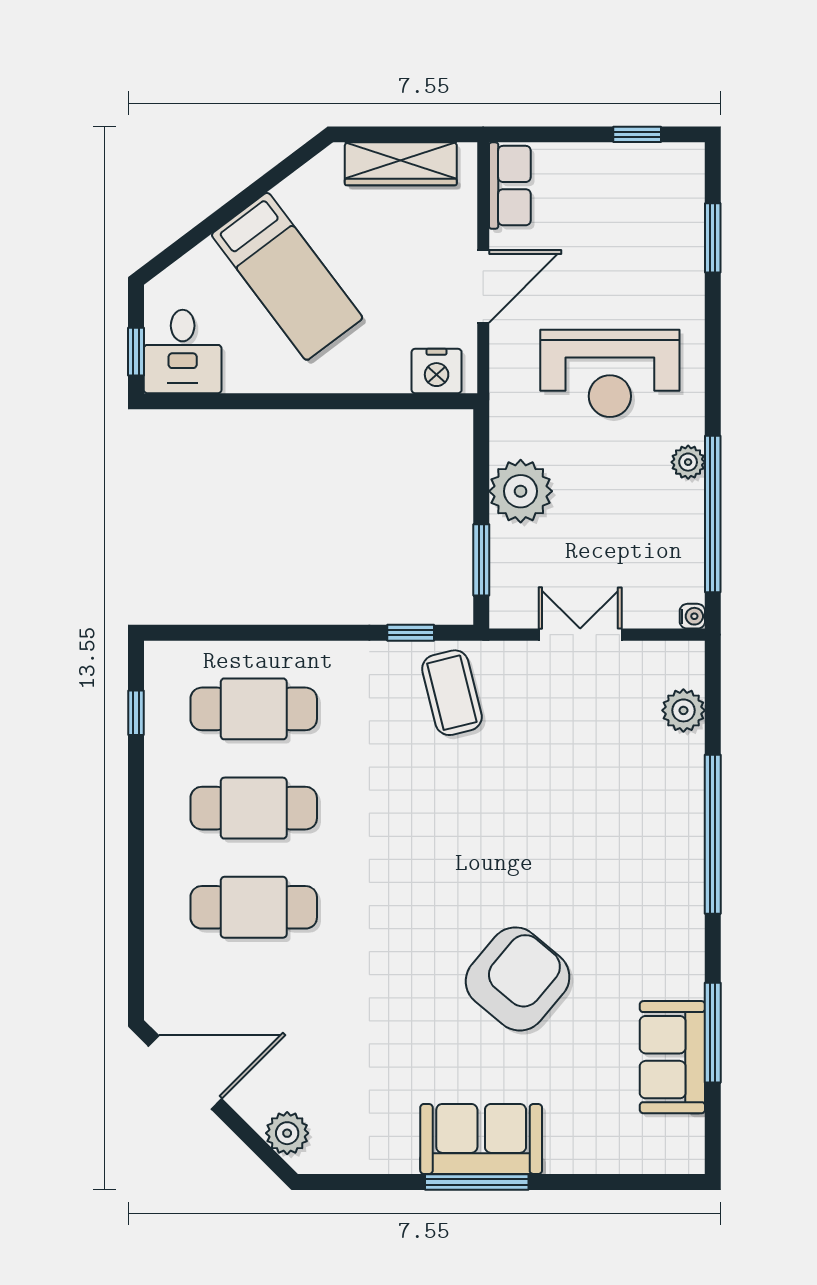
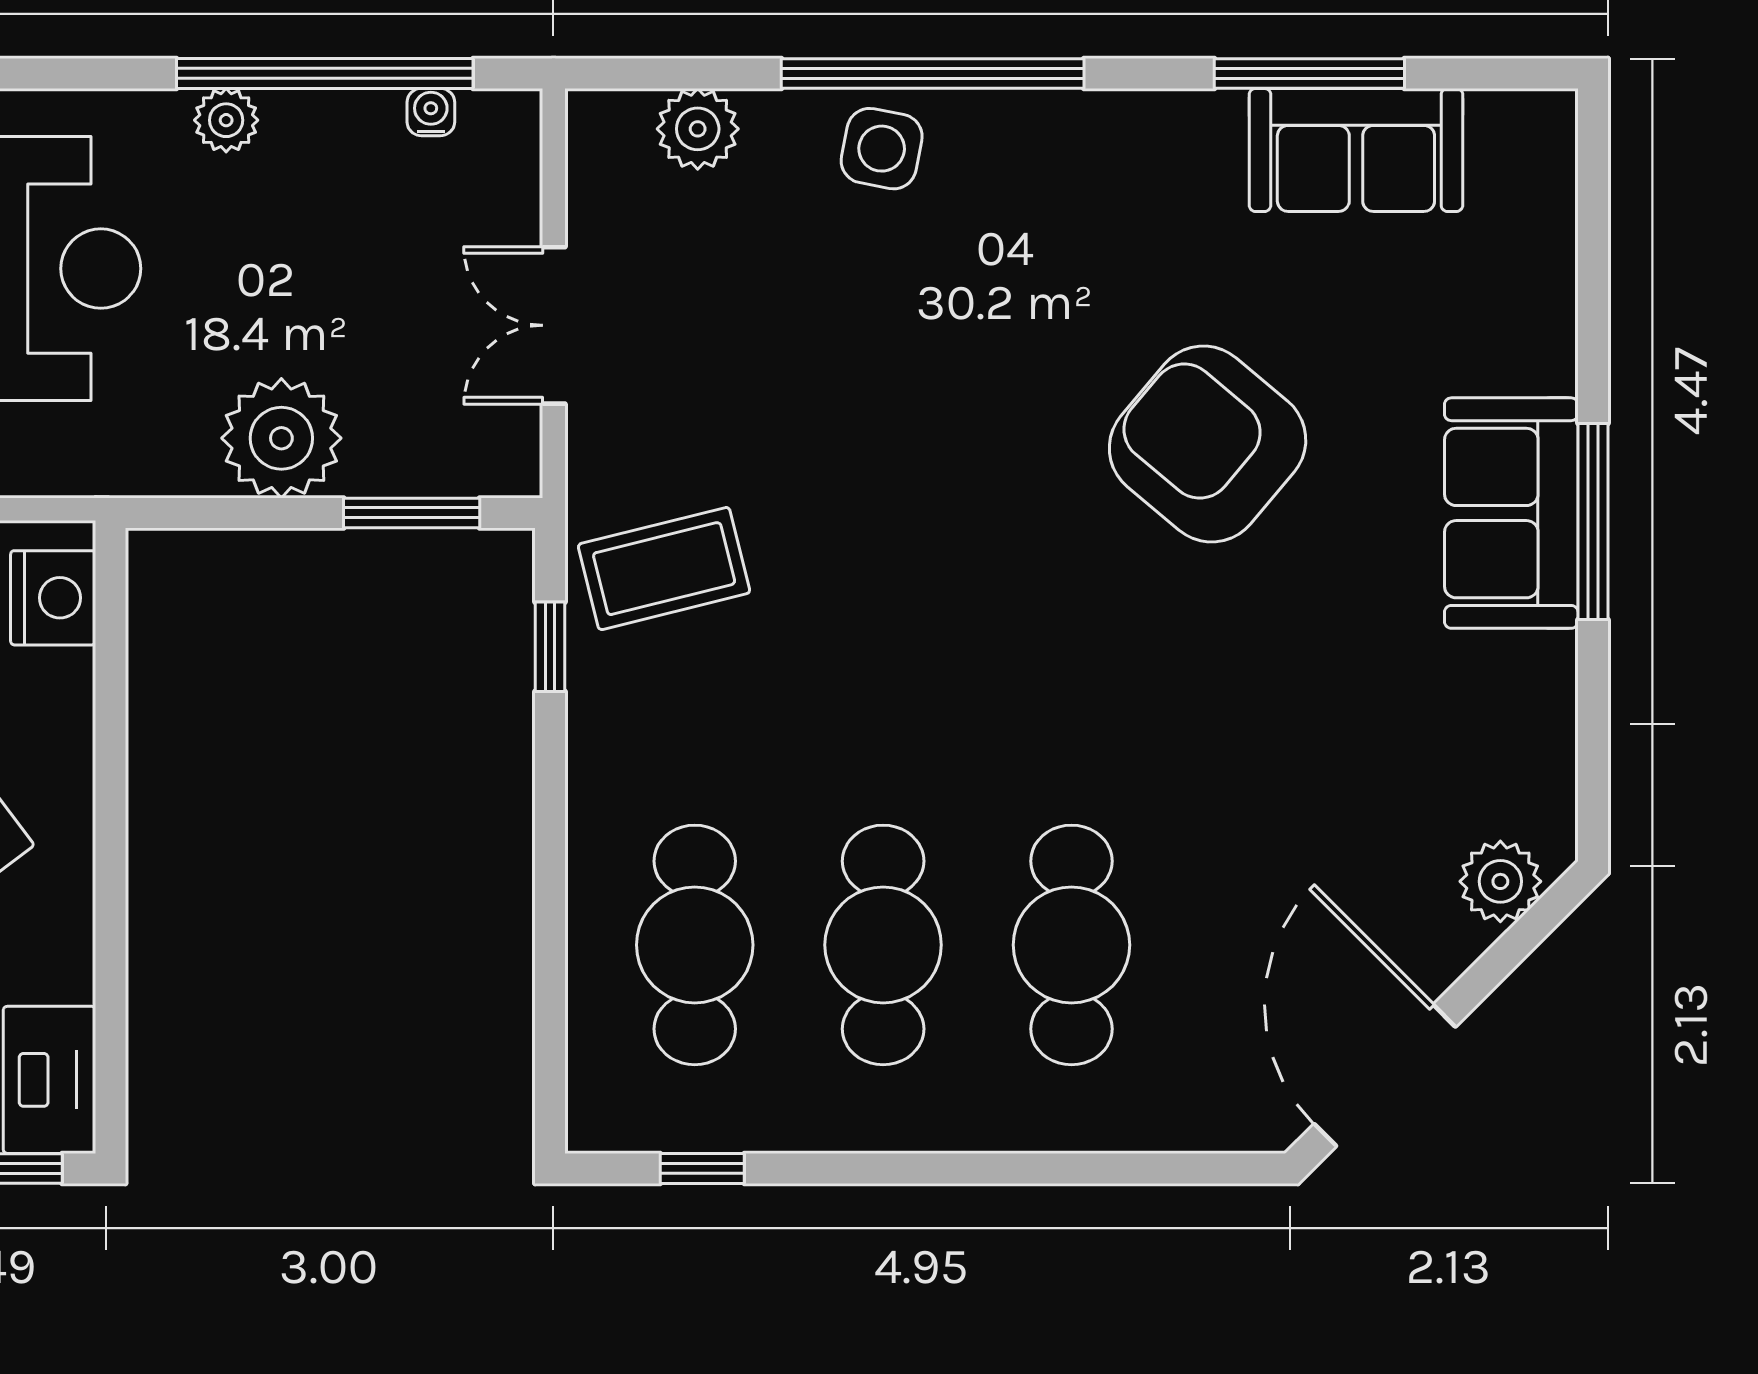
water cooler: (692, 616) -> (431, 112), moved
side table: (673, 807) -> (882, 149), added

